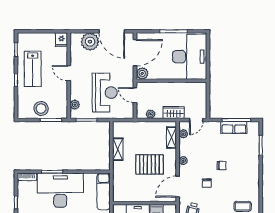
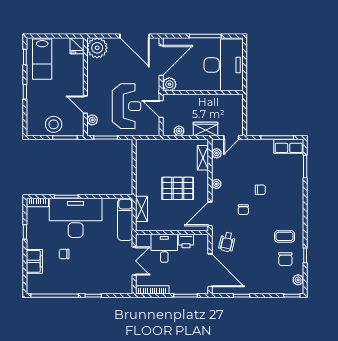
plant: (90, 42) -> (97, 48), moved
lab bench: (33, 69) -> (42, 59), moved
door: (69, 73) -> (85, 105), moved
row of seats: (234, 128) -> (289, 146), moved
shelving: (118, 149) -> (141, 209), moved

